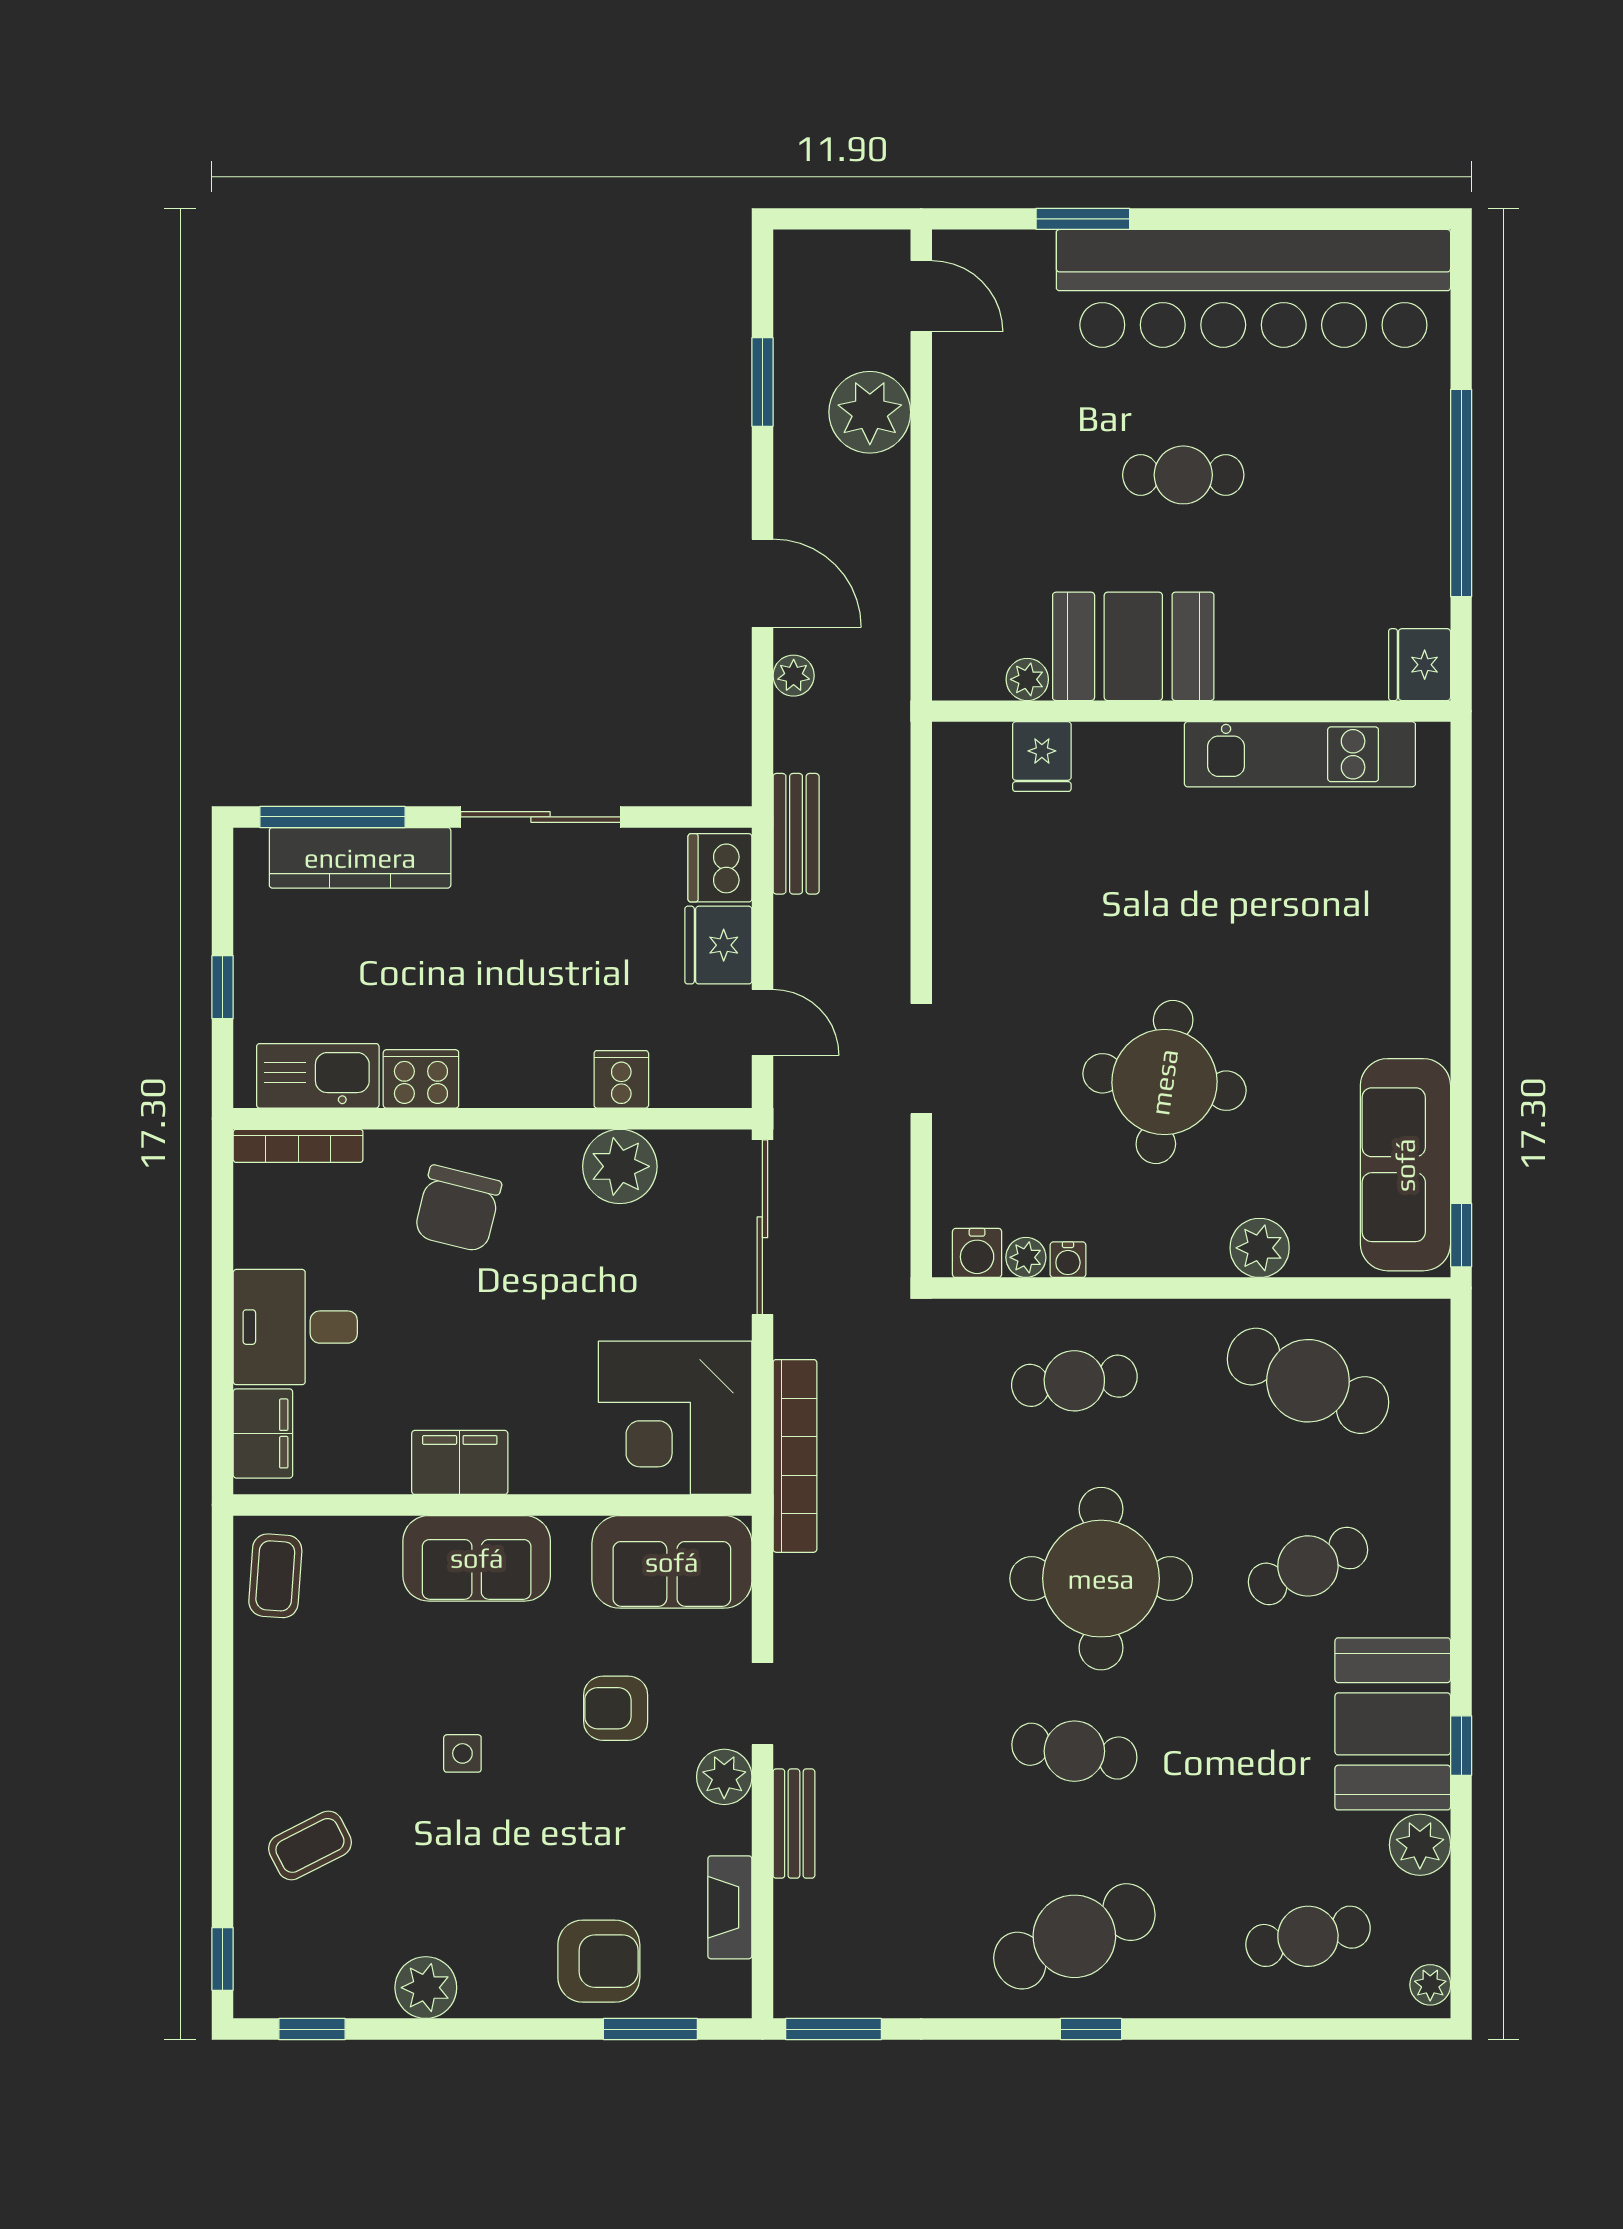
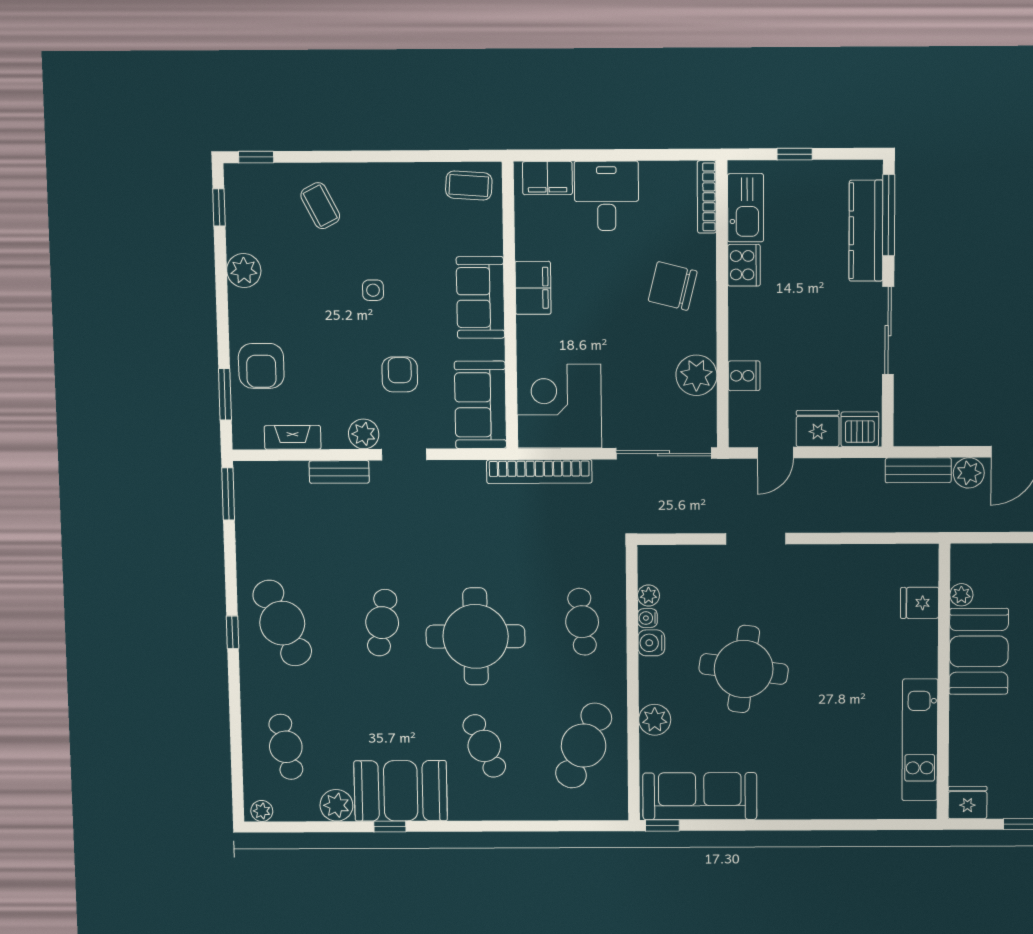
plant: (794, 676) -> (969, 473), width x1.38, depth x1.38
bench: (796, 834) -> (918, 470), moved
water cooler: (977, 1253) -> (651, 643), moved

